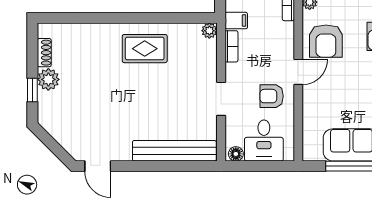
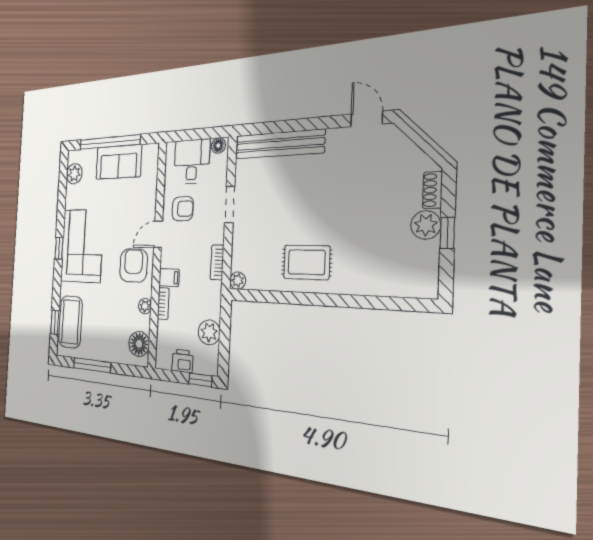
filing cabinet: (236, 21) -> (169, 278), moved, turned 180
shoe rack: (44, 53) -> (432, 190), moved
window: (32, 90) -> (447, 233), moved

